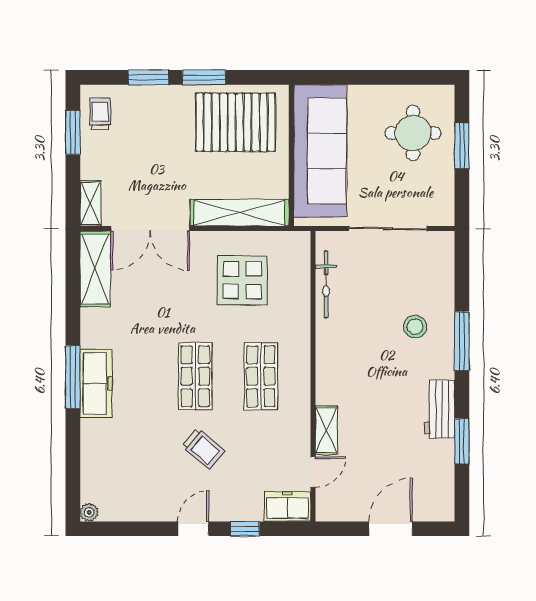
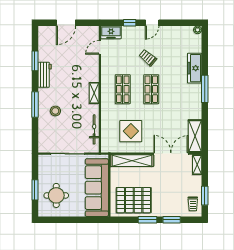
freezer: (96, 384) -> (195, 68), moved
shelving: (326, 430) -> (94, 93), moved

